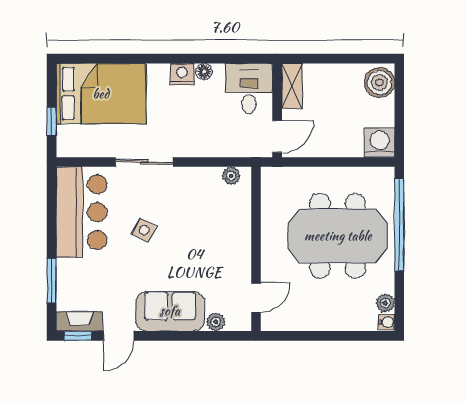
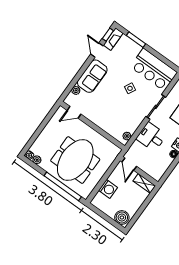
desk: (249, 89) -> (151, 137), moved, turned 180
washing machine: (380, 142) -> (108, 189), moved
door: (256, 298) -> (74, 112), hinge flipped

